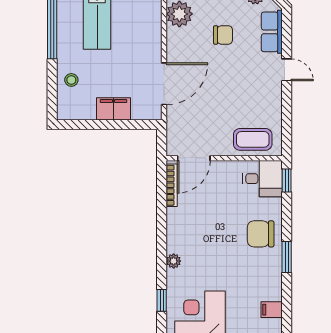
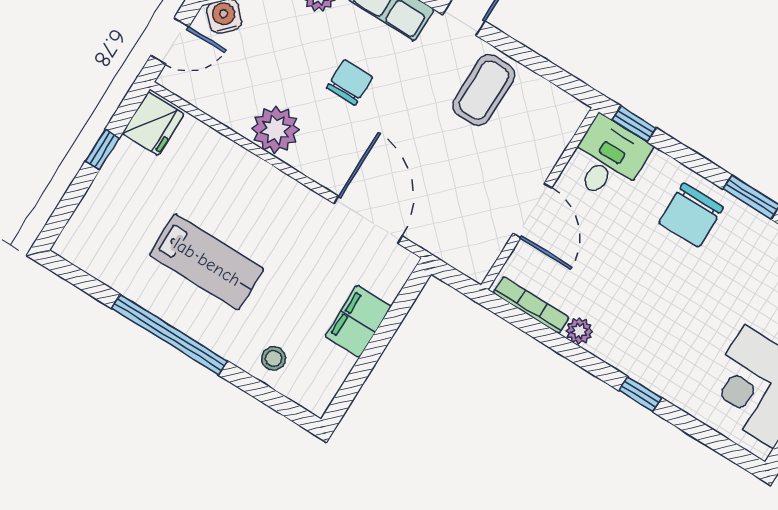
coffee table: (253, 139) -> (484, 90), moved
door: (194, 158) -> (532, 211), moved
plant: (174, 261) -> (579, 331), moved
window: (162, 300) -> (640, 394), moved

